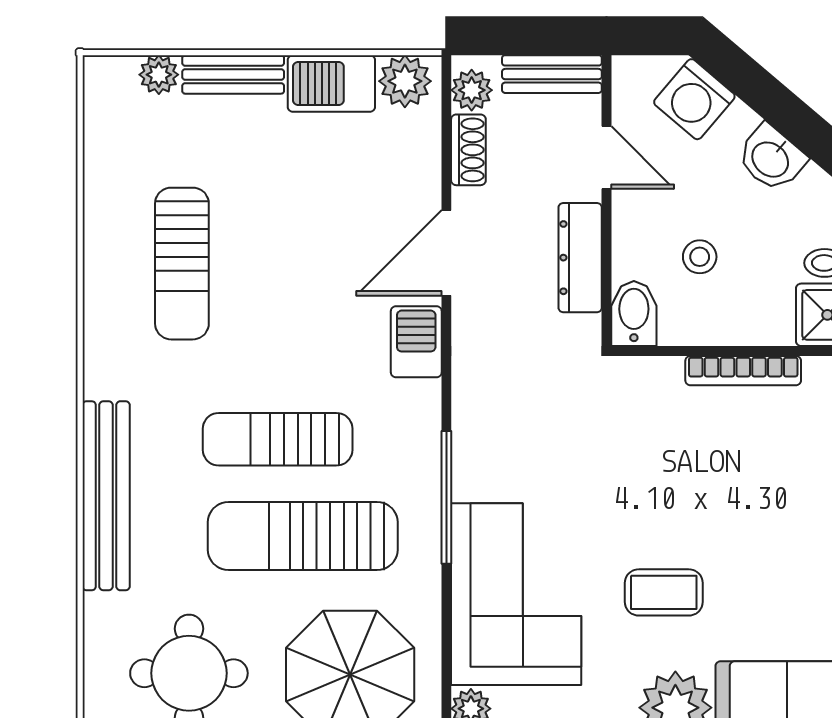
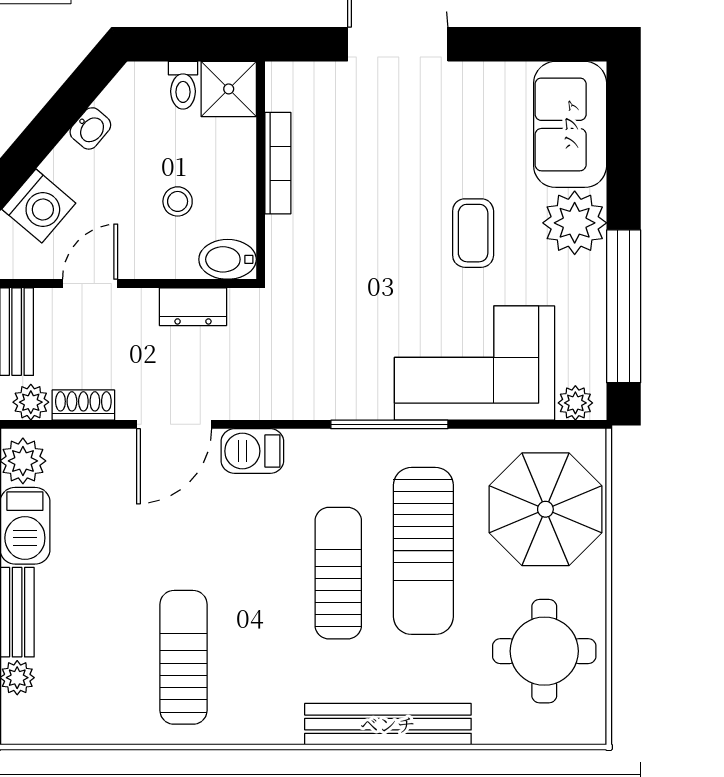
washbasin: (771, 158) -> (90, 128), width x0.72, depth x0.69
door: (446, 253) -> (174, 424), hinge flipped
dresser: (580, 258) -> (193, 307), width x0.70
sun lounger: (182, 264) -> (183, 657), turned -90
sun lounger: (278, 439) -> (338, 573), turned 180

